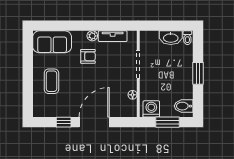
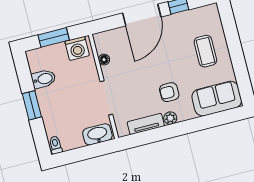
washbasin: (171, 38) -> (97, 134), moved
bidet: (184, 106) -> (44, 79), moved

